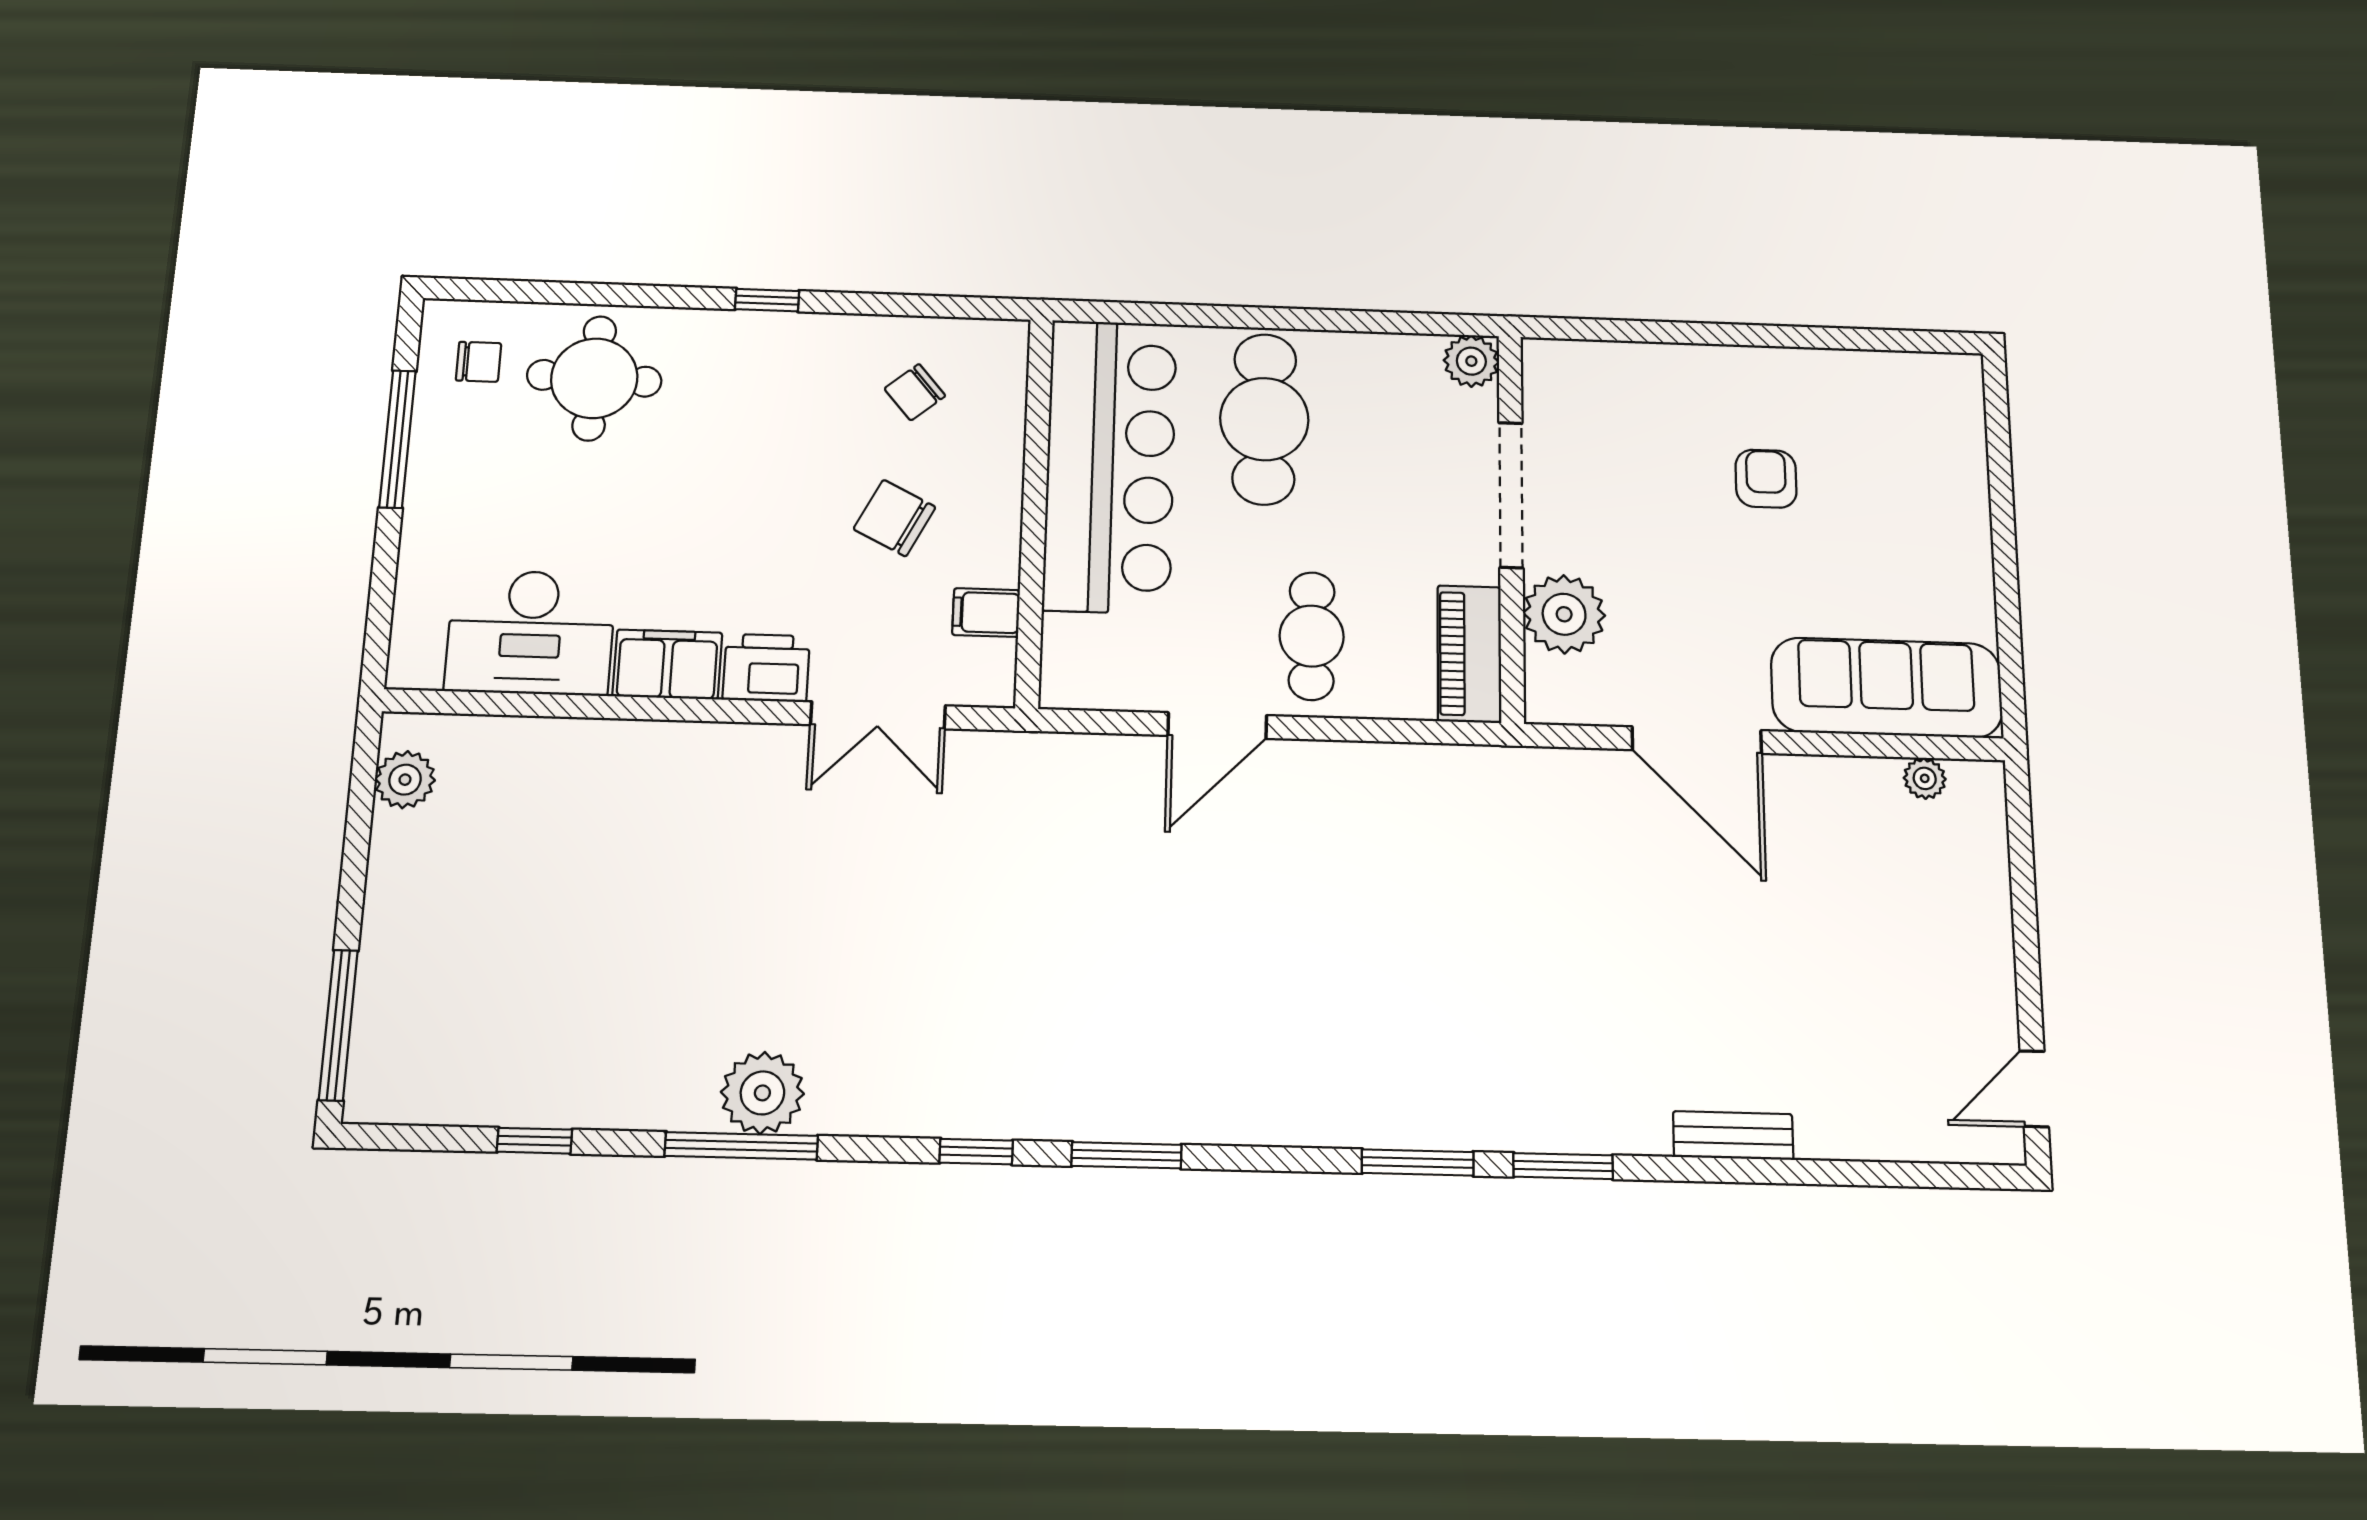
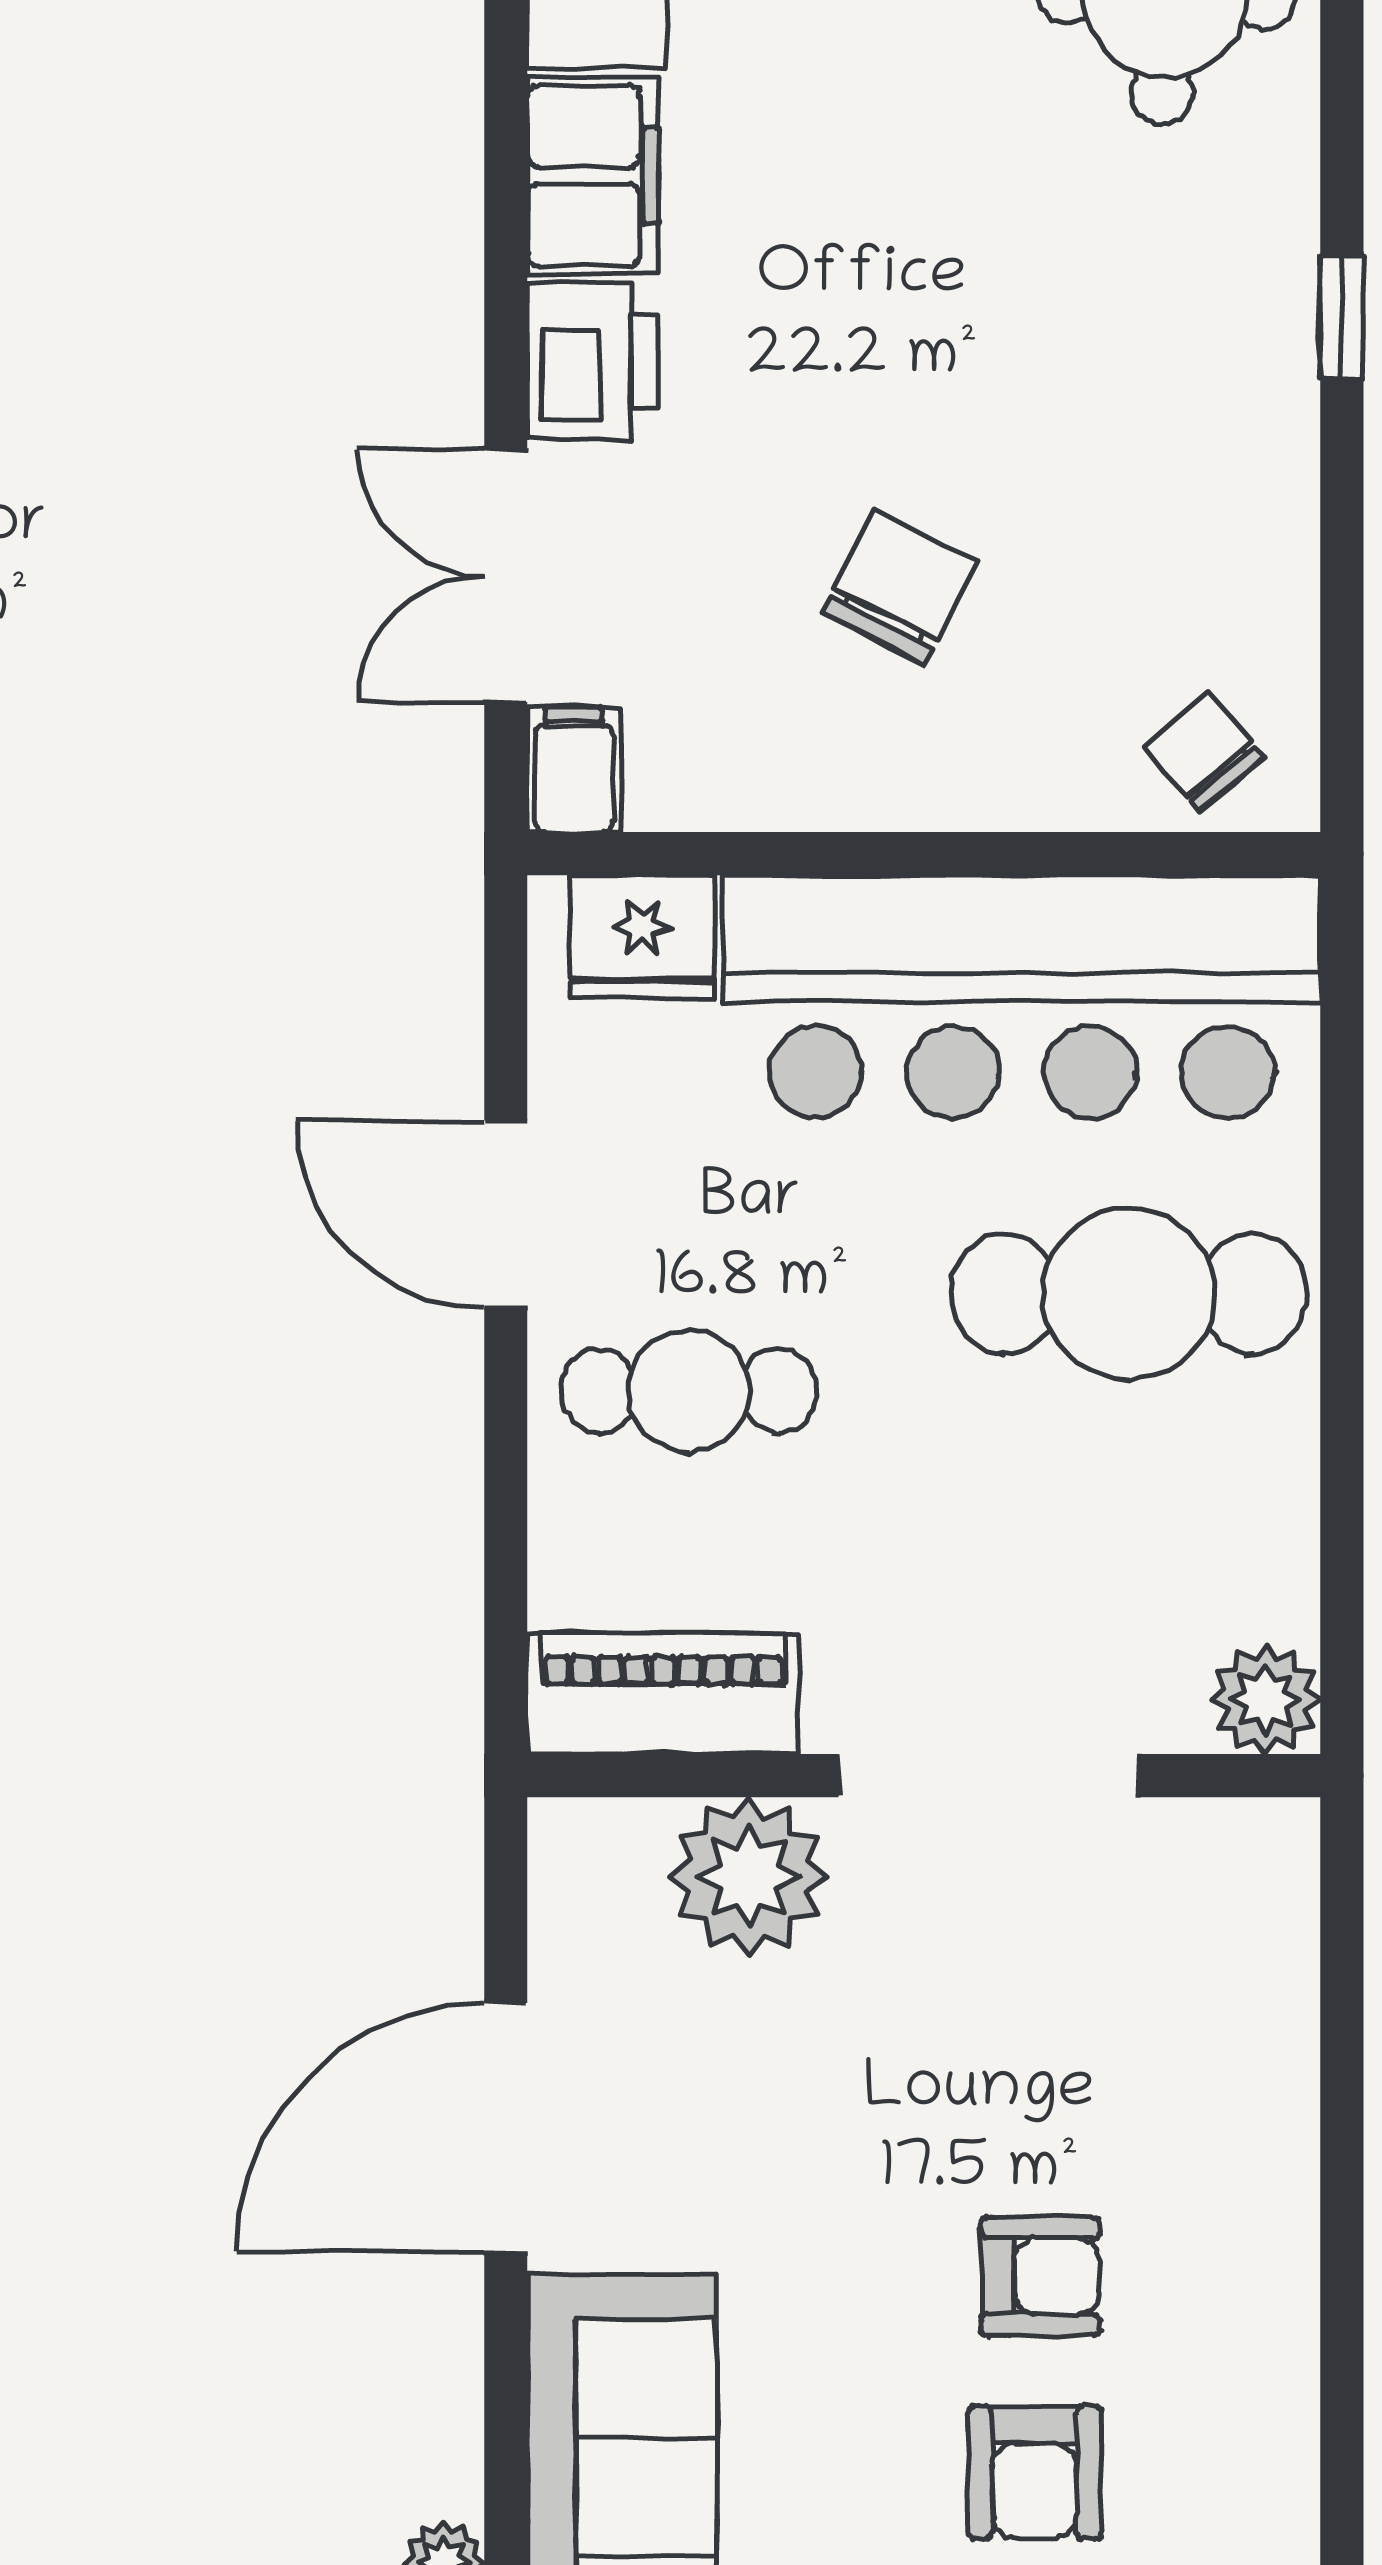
chair: (915, 392) -> (1205, 751), moved
armchair: (1866, 485) -> (1035, 2473), added
filing cabinet: (986, 613) -> (574, 770), moved
fridge: (1073, 652) -> (642, 937), added

